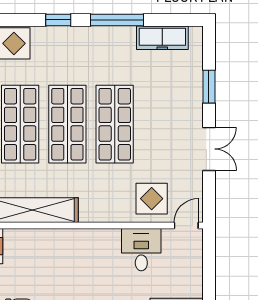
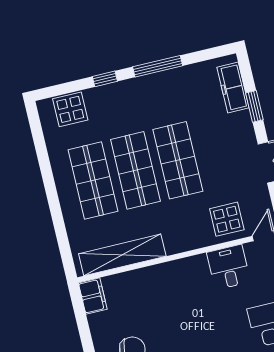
freezer: (162, 38) -> (233, 88), moved, turned 90

